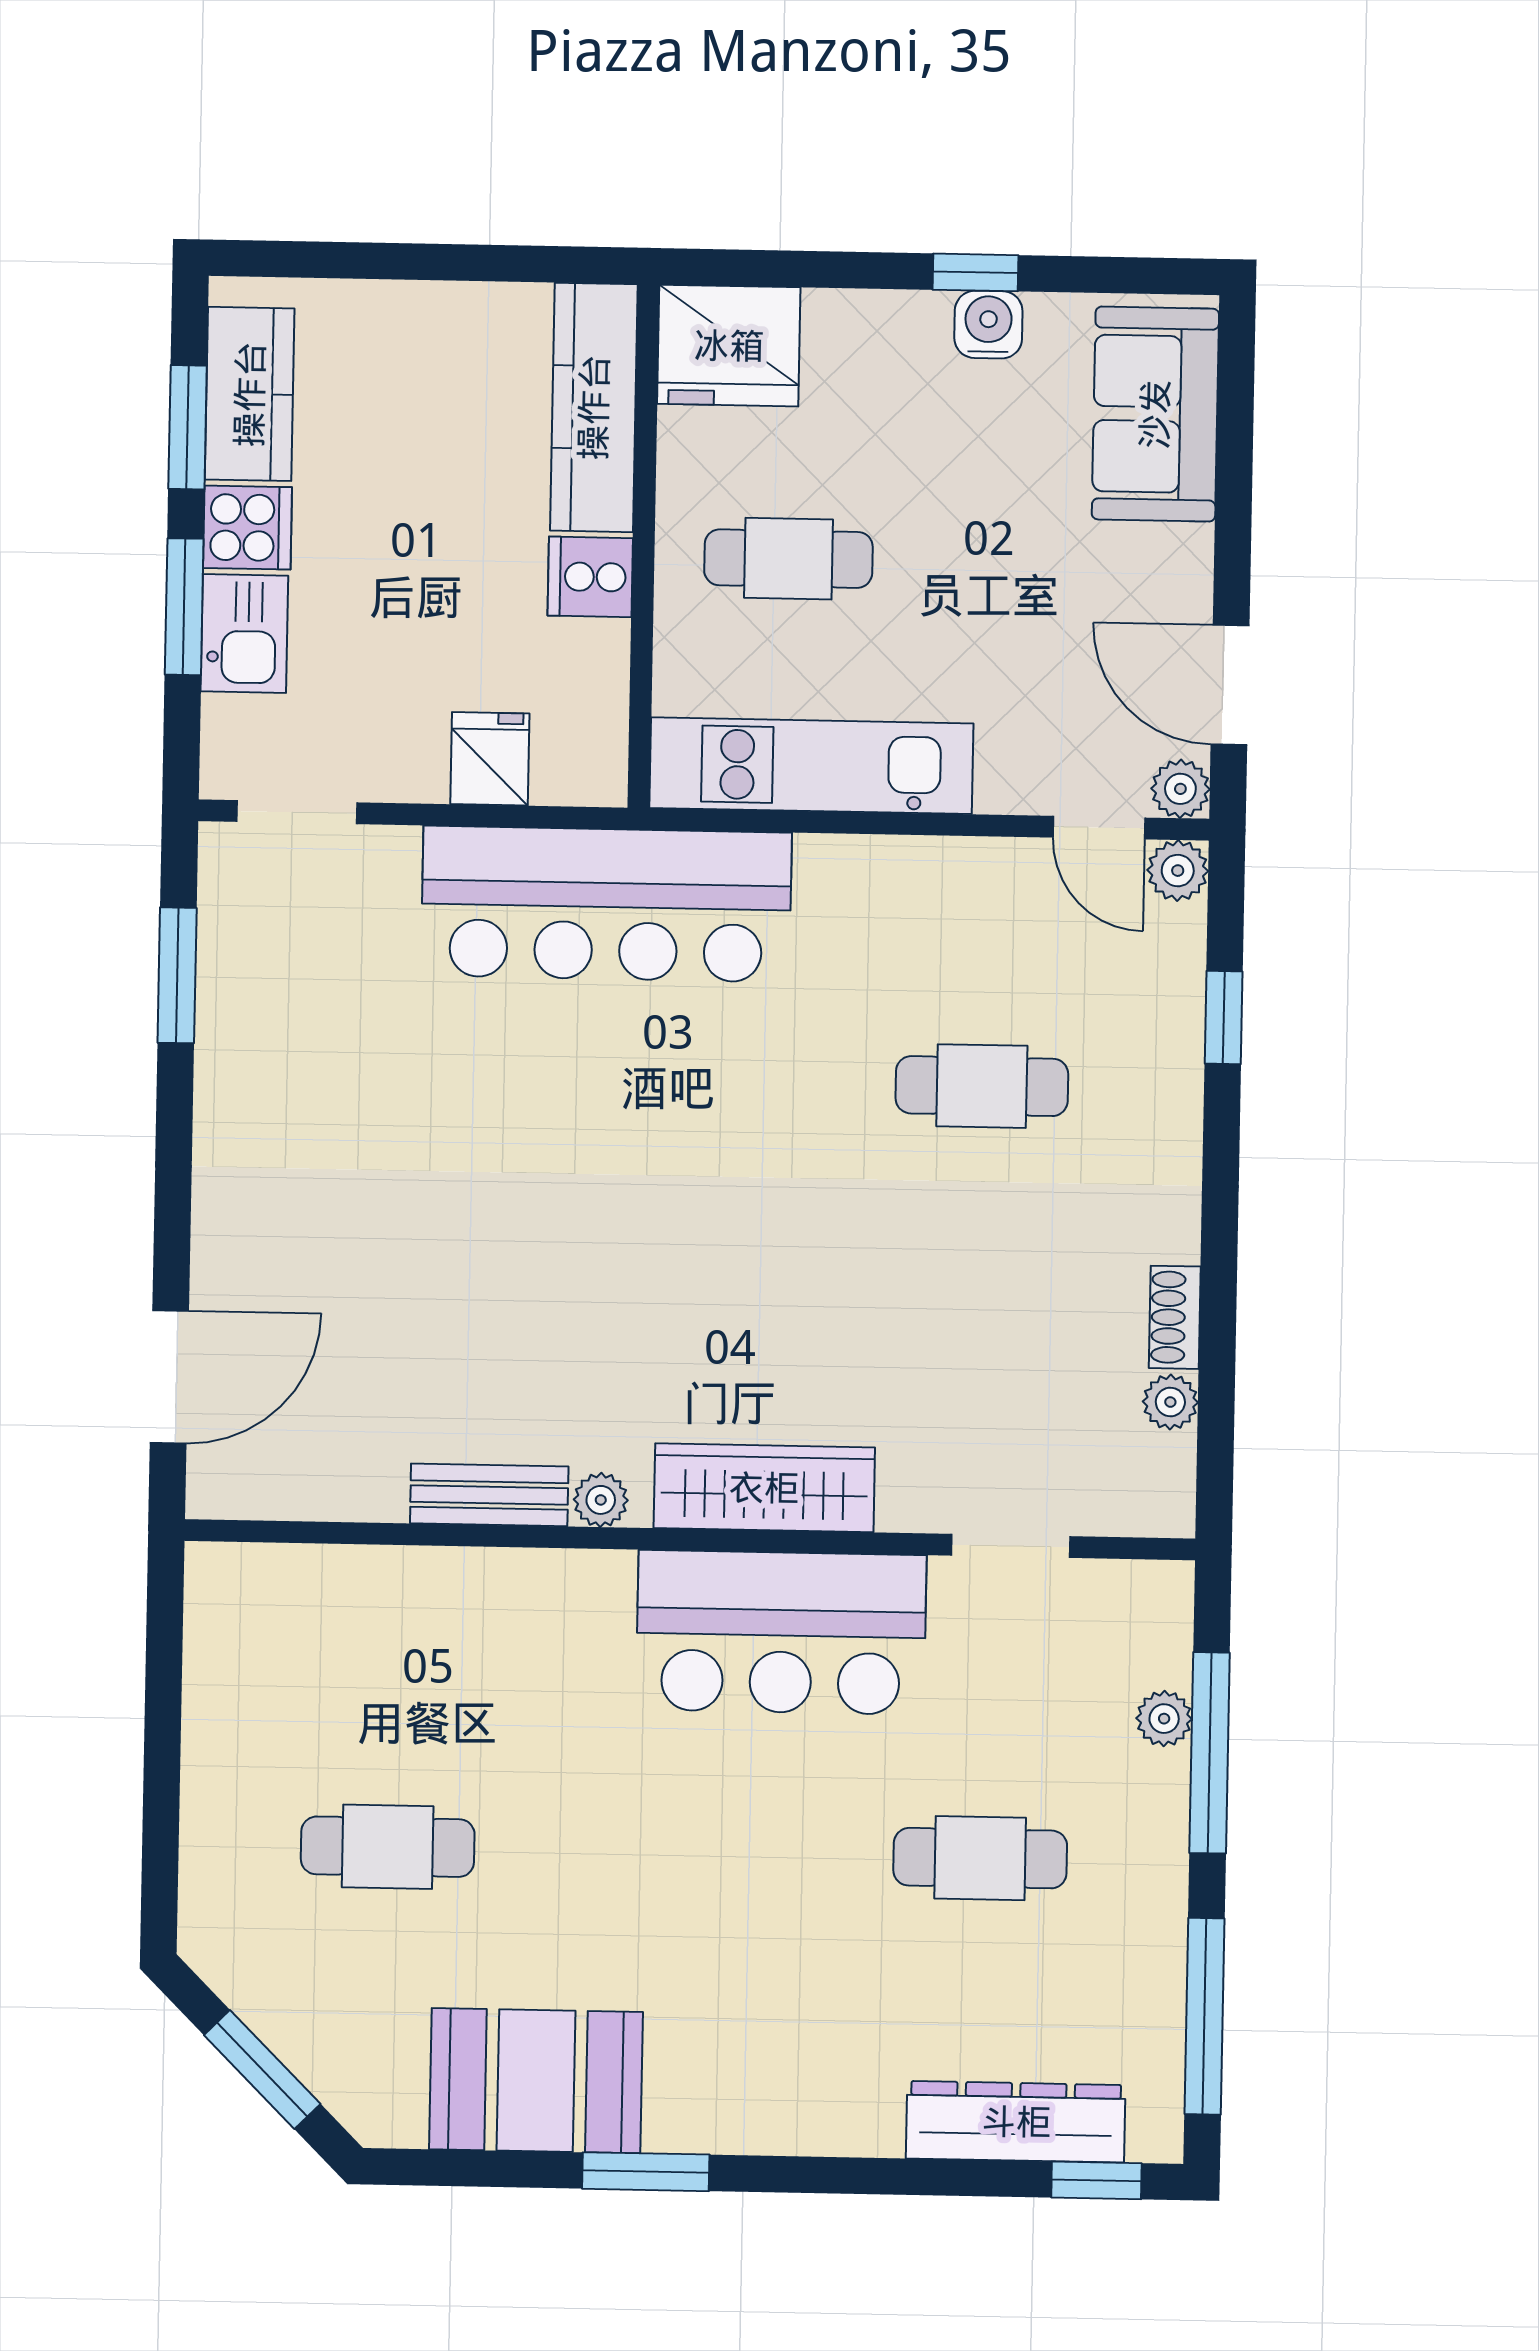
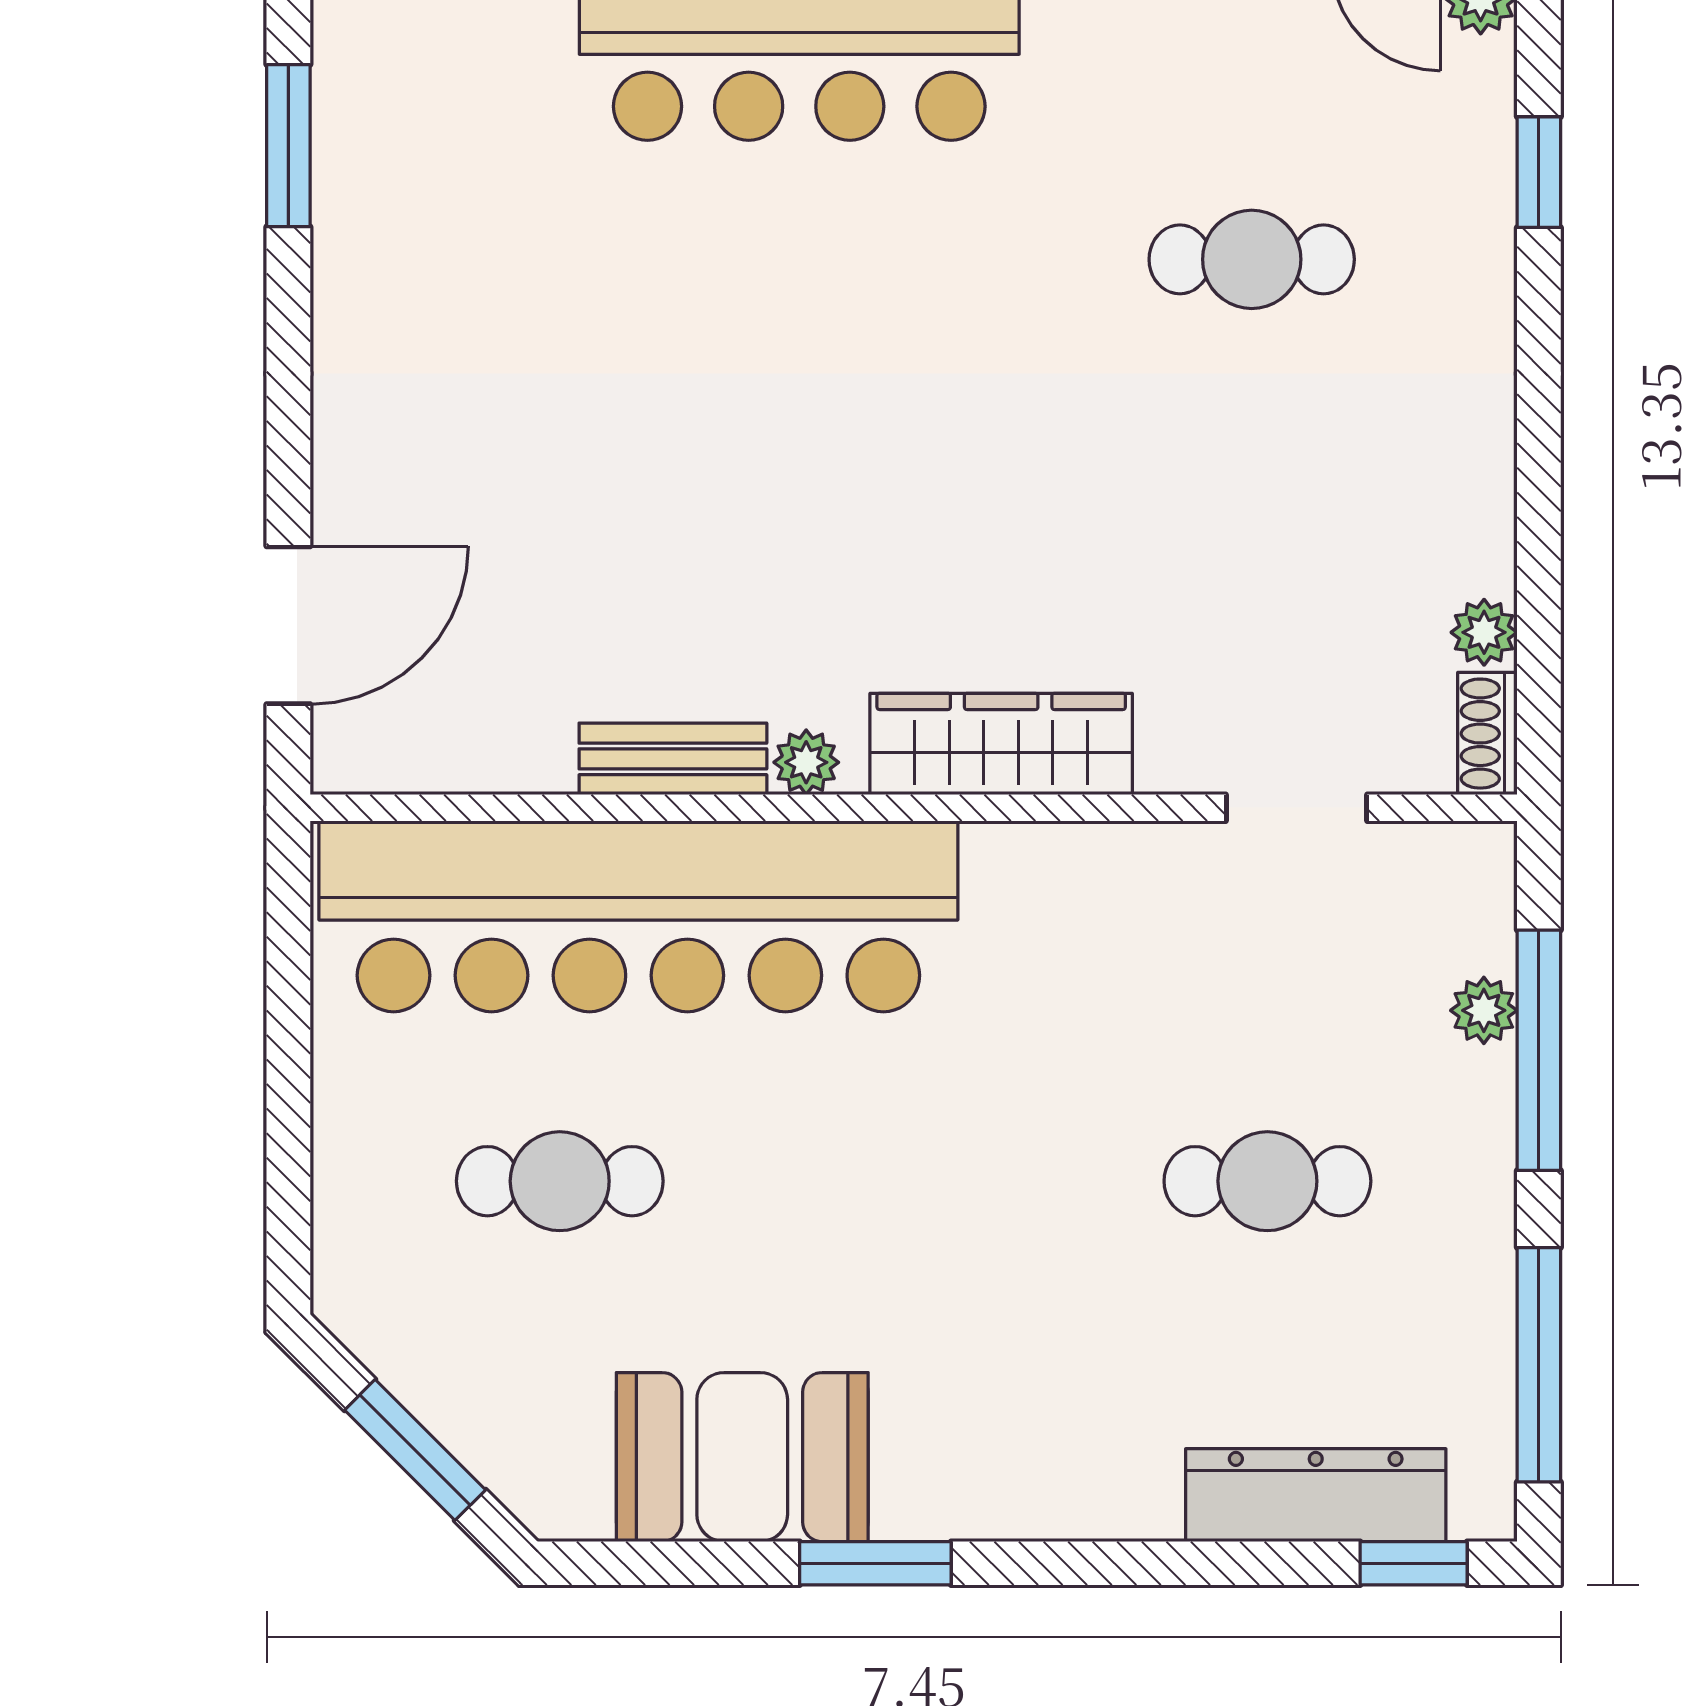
shoe rack: (1175, 1317) -> (1487, 734), moved
bar counter: (781, 1632) -> (638, 916), moved, width x1.86

